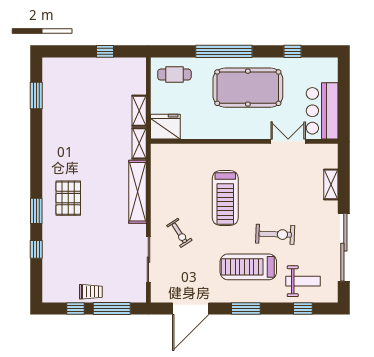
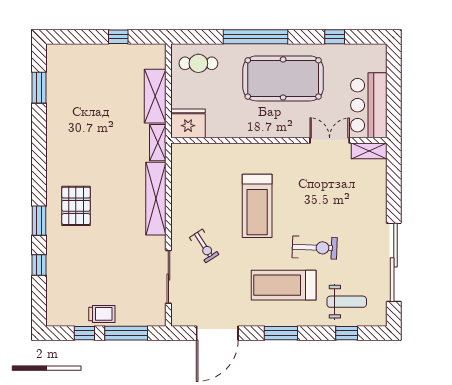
shelving: (139, 111) -> (155, 96), width x1.50, depth x1.33
shelving: (331, 184) -> (369, 151), moved, turned 90

